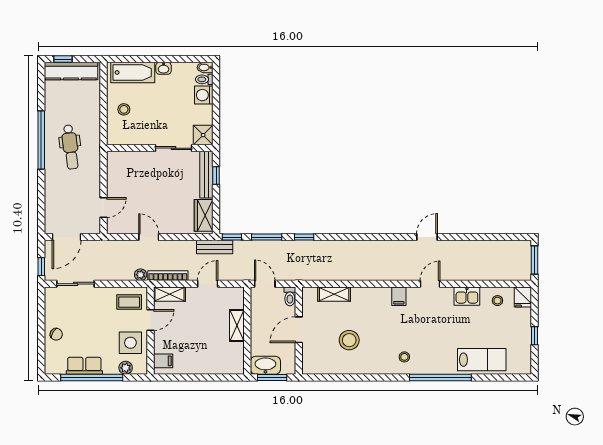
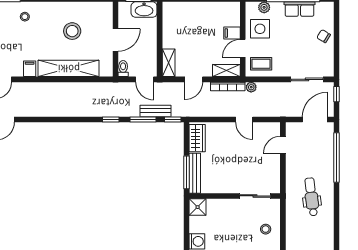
window: (41, 140) -> (337, 157), moved
sliding door: (173, 148) -> (255, 196), moved
window: (216, 176) -> (186, 172), width x2.17
bench: (215, 247) -> (156, 111), moved
shelving: (334, 294) -> (69, 68), width x2.20, depth x1.33
shelving: (237, 326) -> (169, 63), moved
filing cabinet: (163, 361) -> (232, 33), moved

